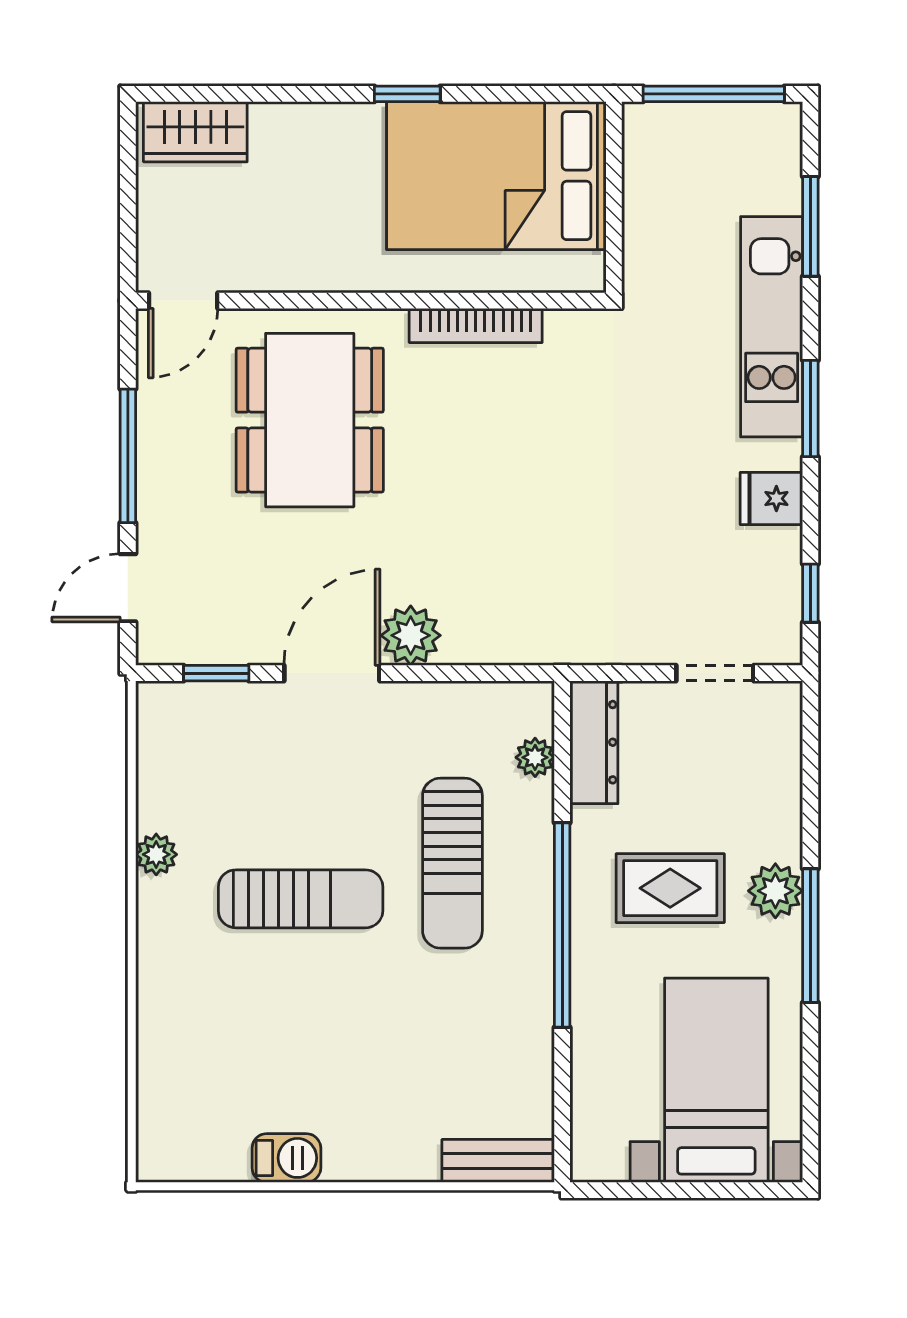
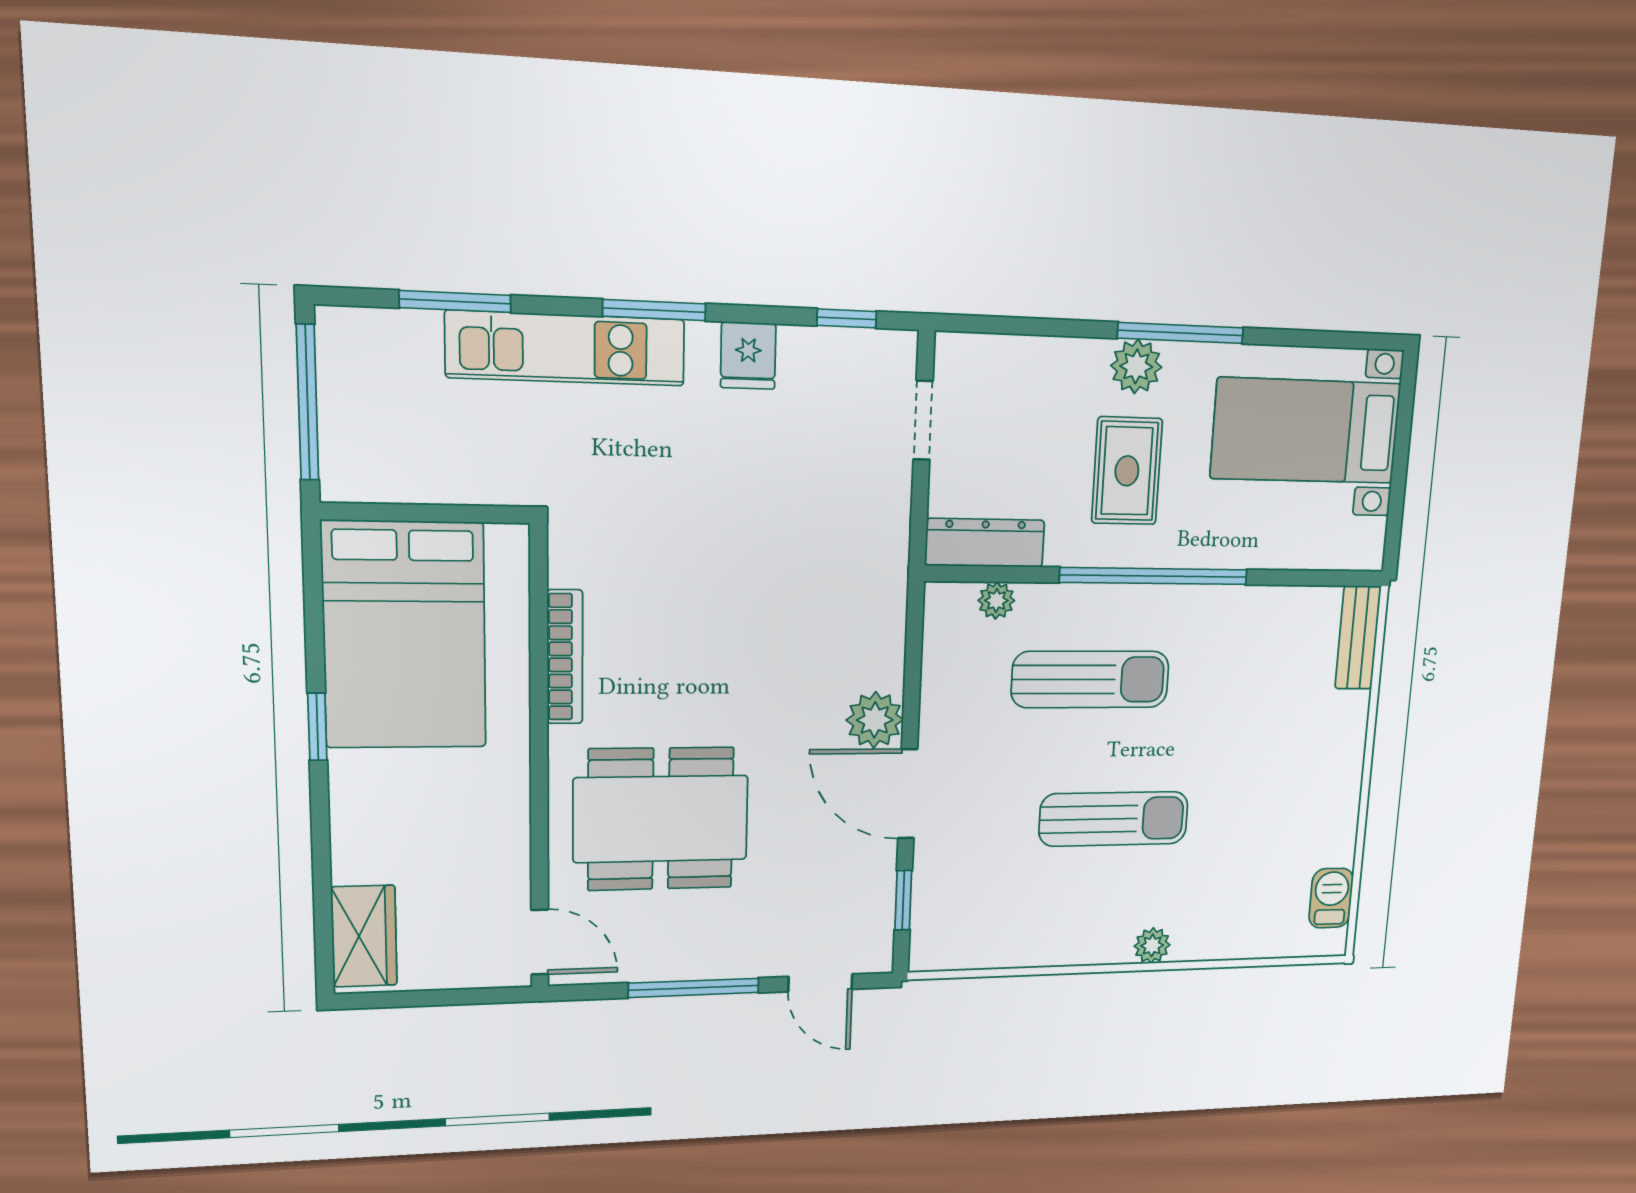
plant: (156, 854) -> (1152, 945), moved
sun lounger: (301, 899) -> (1114, 819), turned 90
barbecue: (286, 1158) -> (1331, 898), moved

